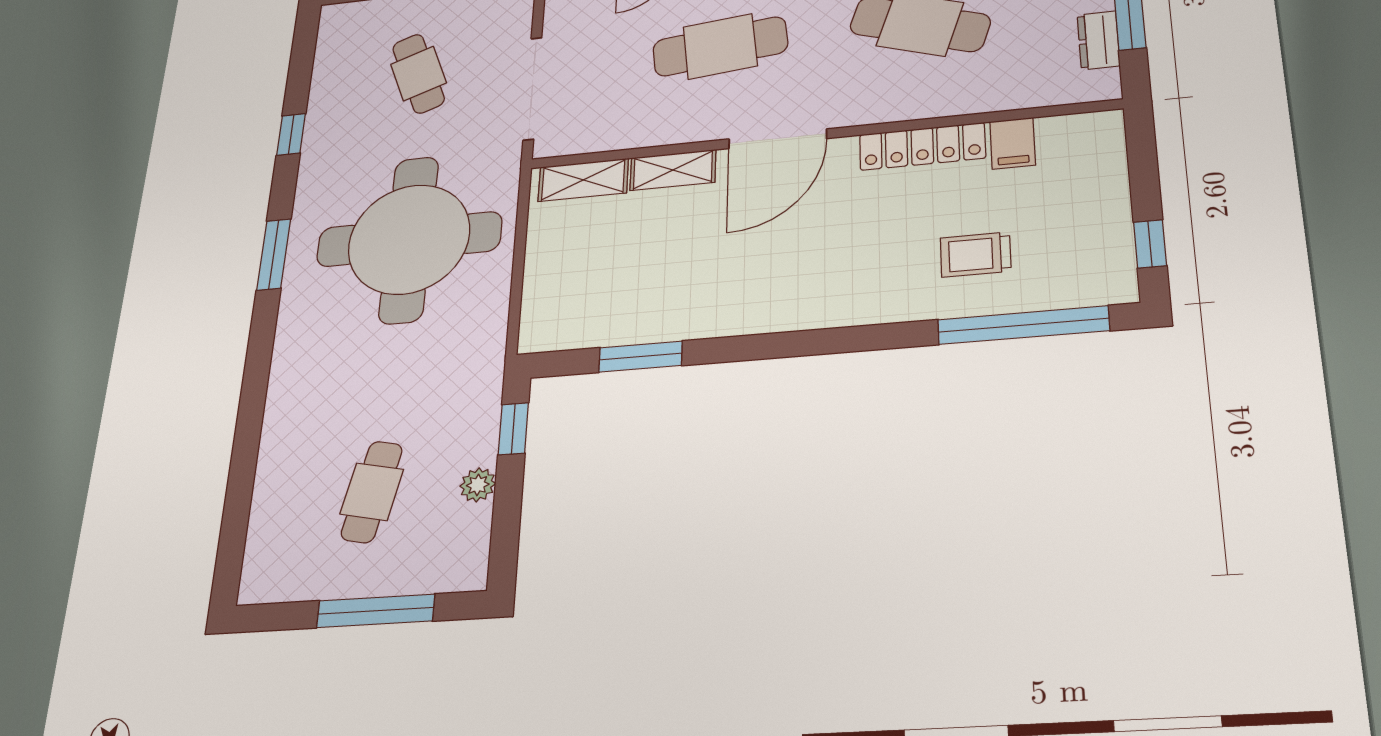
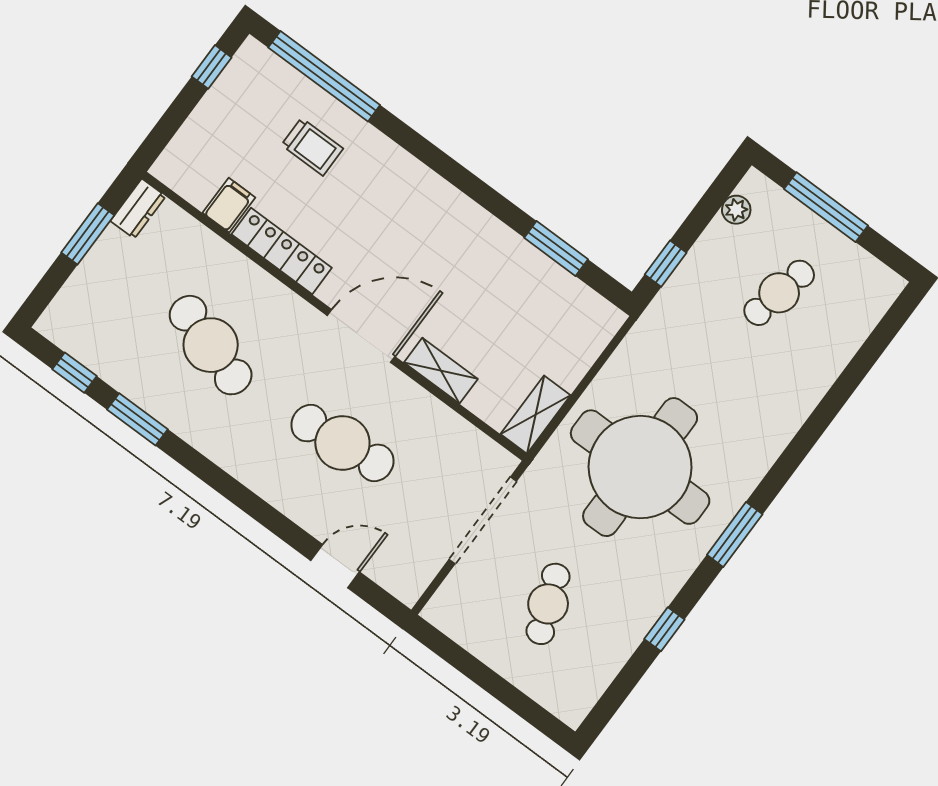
dresser: (1098, 40) -> (138, 209), moved
shelving: (583, 180) -> (536, 415), moved, turned 90
plant: (478, 485) -> (736, 210), moved

